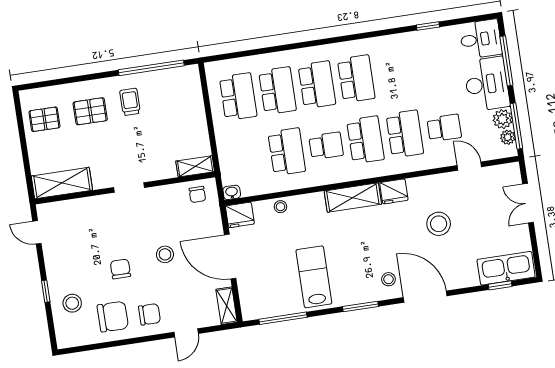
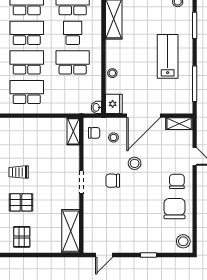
pallet: (90, 111) -> (21, 202), turned 90
stool: (195, 221) -> (113, 137), added
chair: (120, 269) -> (113, 181), moved
lab bench: (314, 277) -> (168, 56), turned 90
stool: (72, 303) -> (183, 241), moved

